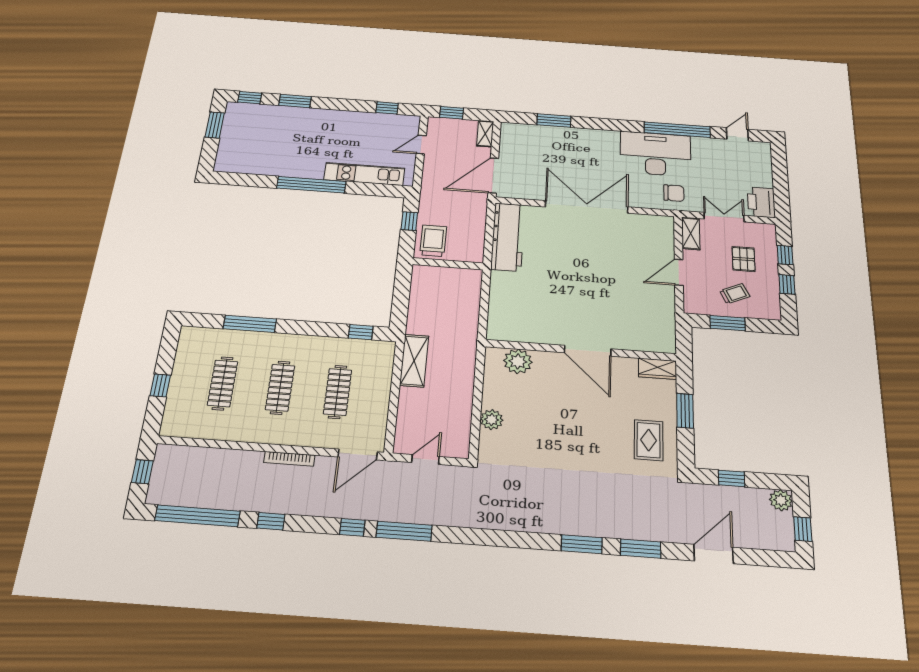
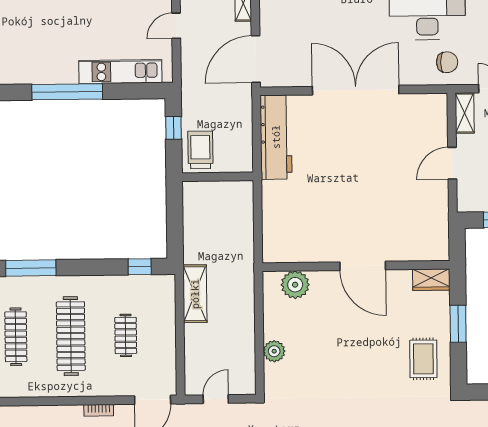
clothes rail: (280, 388) -> (71, 336), width x1.37, depth x1.31
clothes rail: (338, 392) -> (126, 335), width x0.73
bookcase: (289, 459) -> (99, 410), width x0.64

